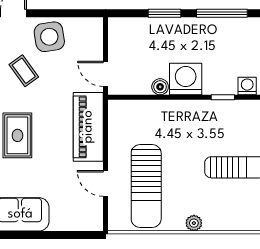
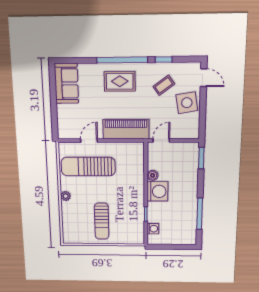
window: (165, 13) -> (201, 158), moved

